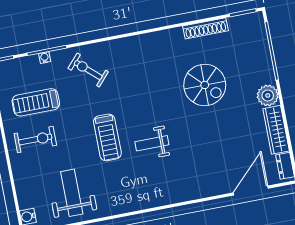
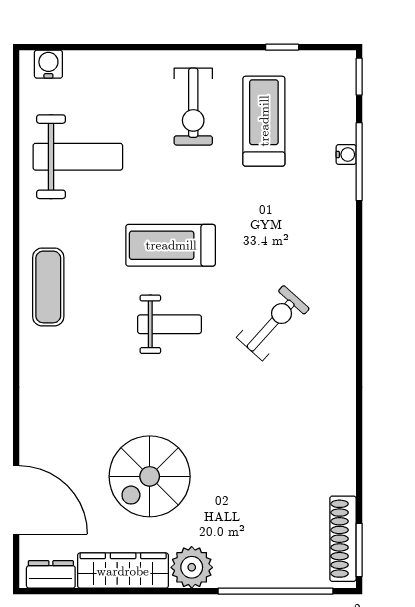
shoe rack: (206, 28) -> (343, 539), moved
exercise bike: (88, 70) -> (273, 323), moved
spiral stairs: (205, 85) -> (150, 476), moved
weight bench: (152, 143) -> (169, 324), moved, turned 90
exercise mat: (140, 195) -> (48, 287), added

